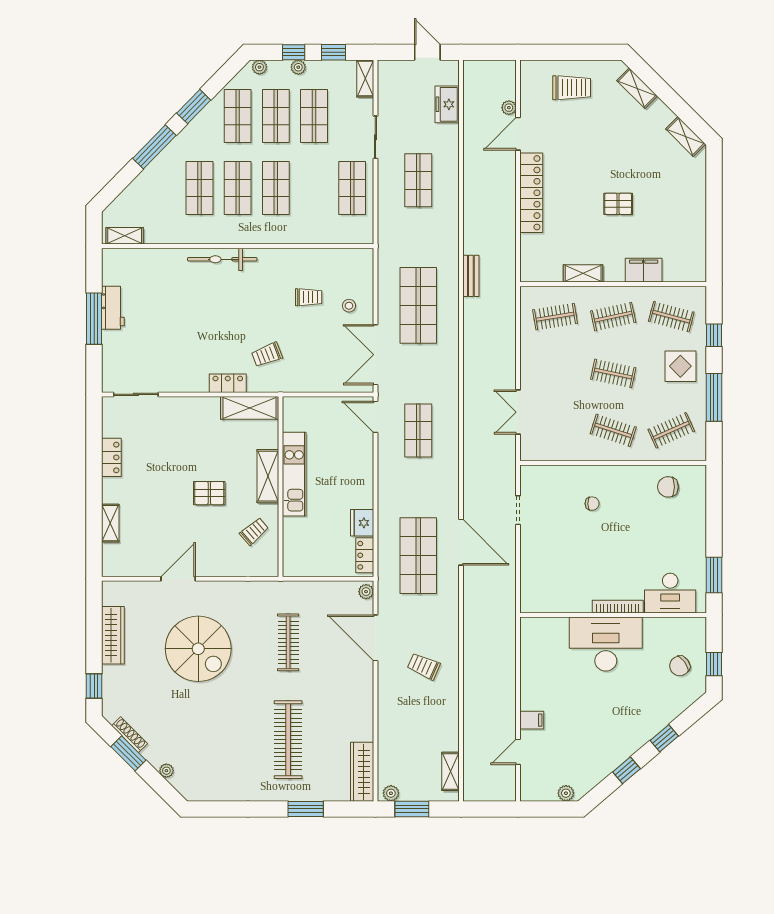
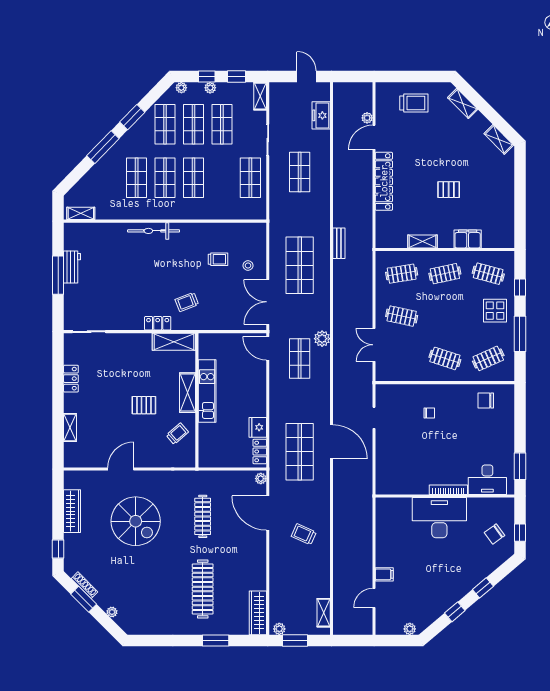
clothes rail: (613, 373) -> (402, 316), moved
plant: (448, 404) -> (322, 339), added

